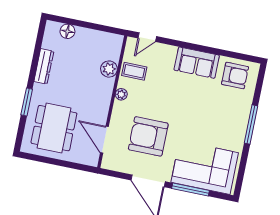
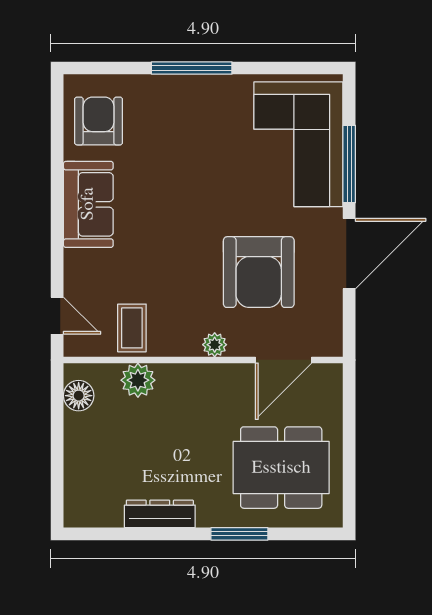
floor lamp: (67, 31) -> (79, 396), moved
plant: (121, 94) -> (215, 345), moved

